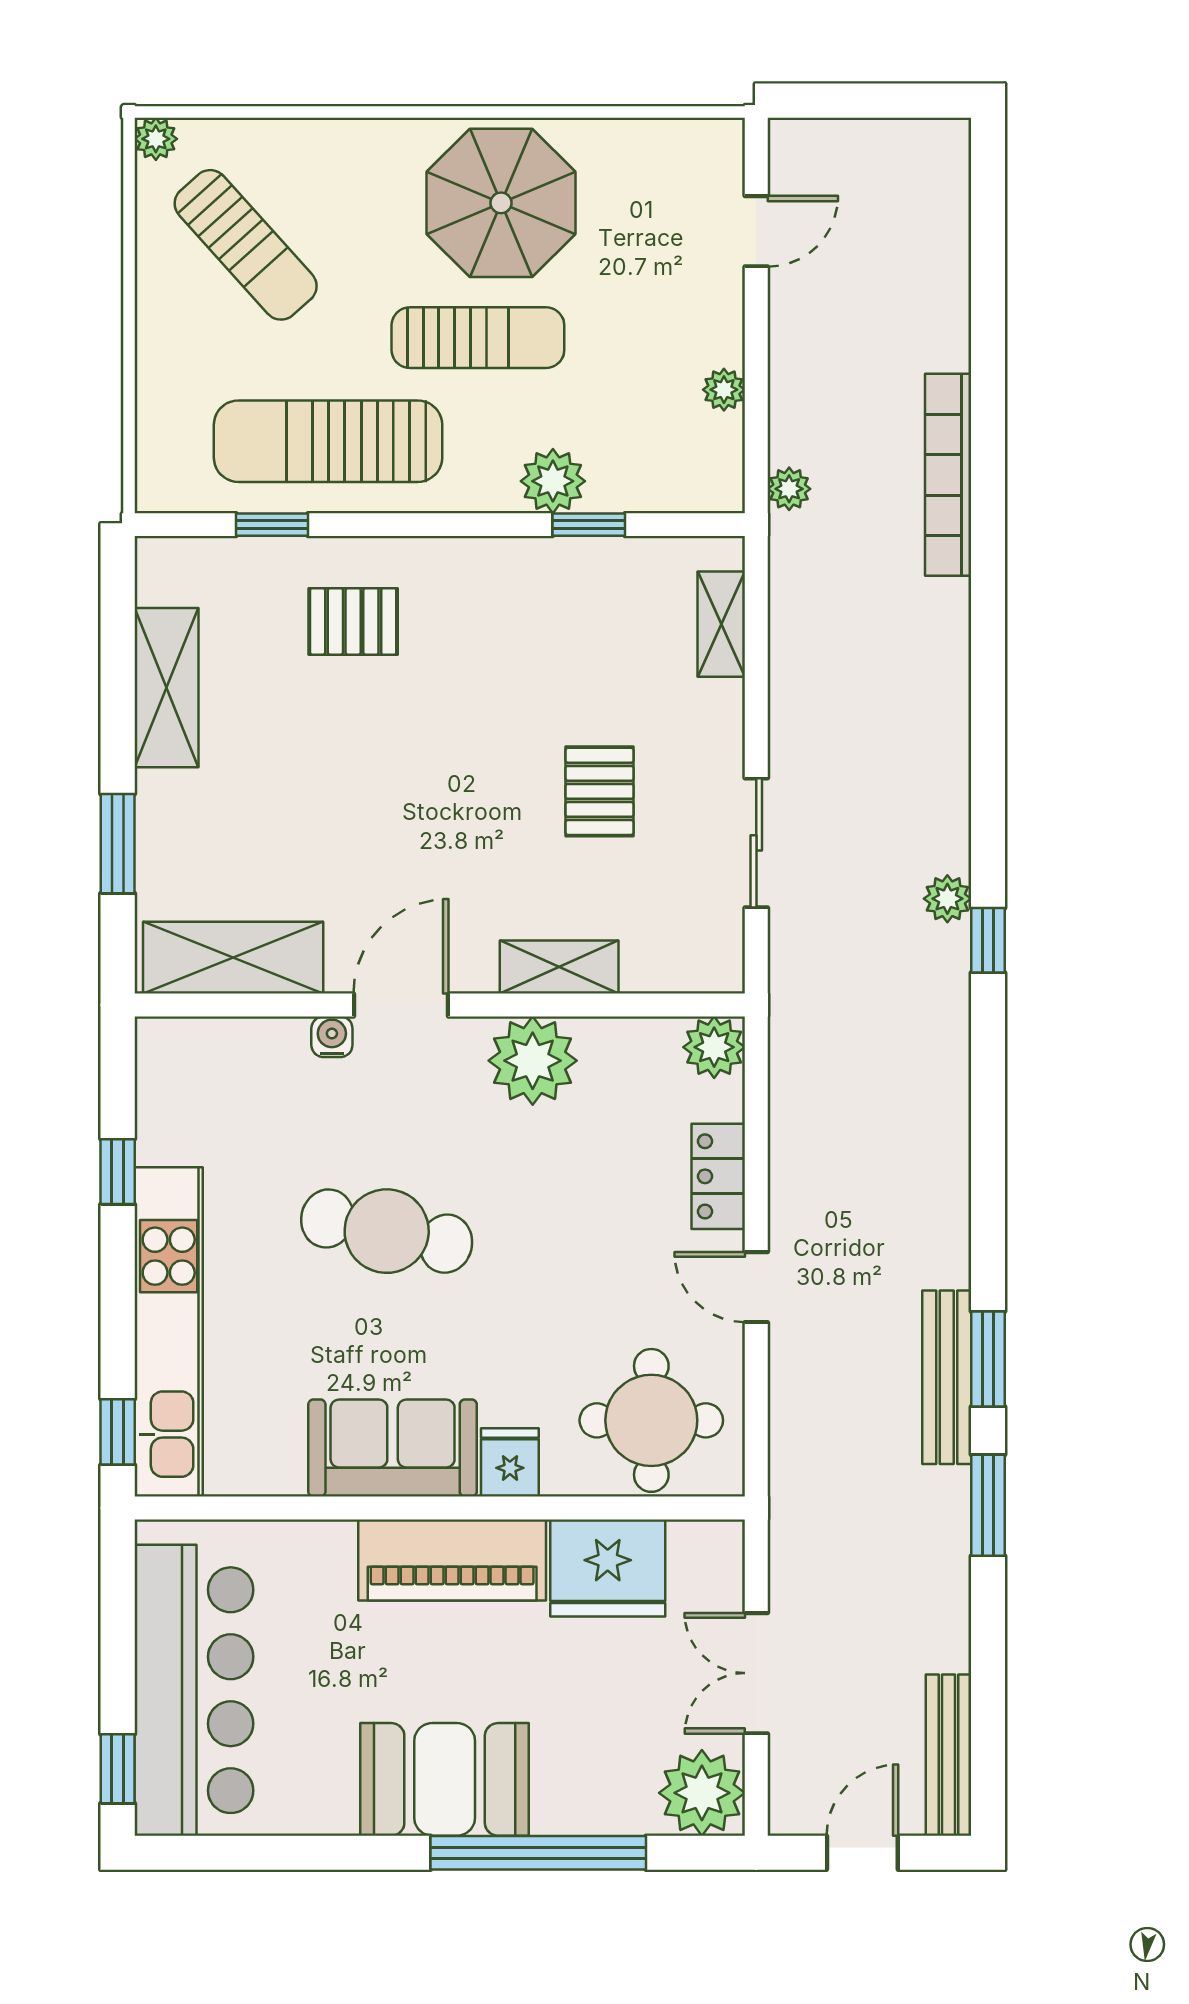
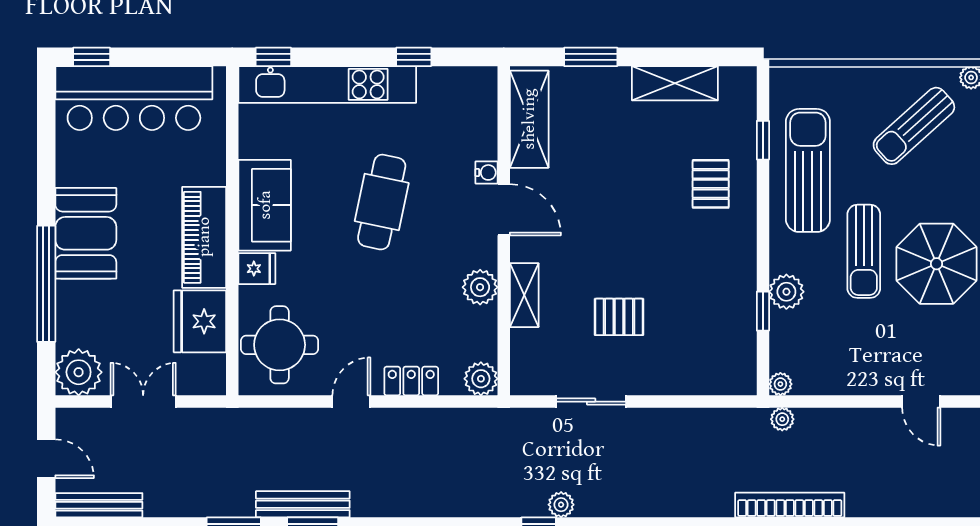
plant: (724, 390) -> (780, 384), moved
shelving: (721, 624) -> (709, 383), removed
plant: (533, 1061) -> (480, 287), width x0.73, depth x0.73

